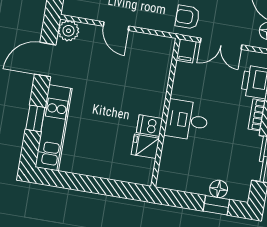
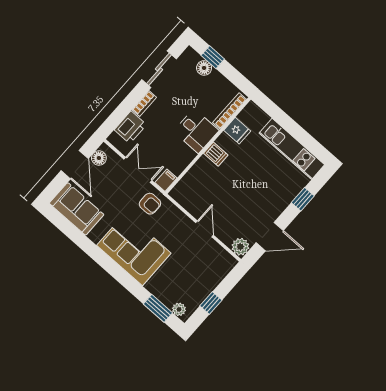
dishwasher: (149, 126) -> (216, 154), moved
kitchen unit: (54, 128) -> (292, 149), moved, turned -90
bookcase: (165, 162) -> (230, 111), added

